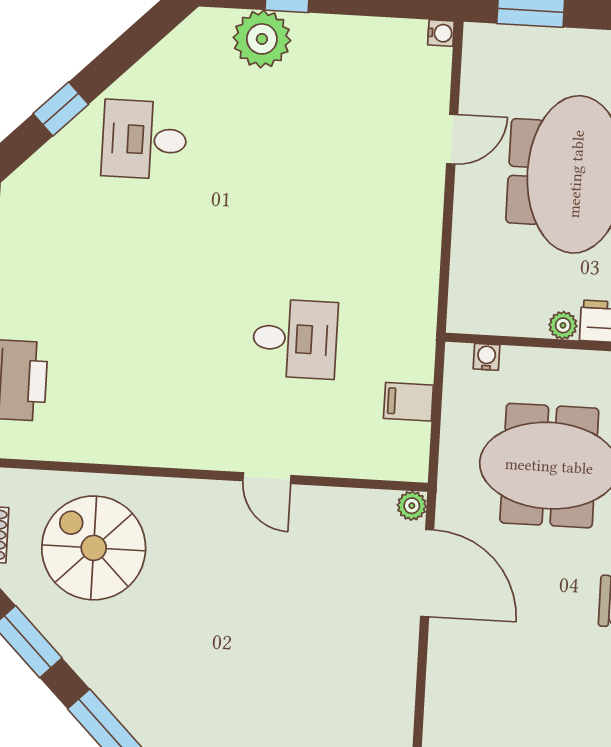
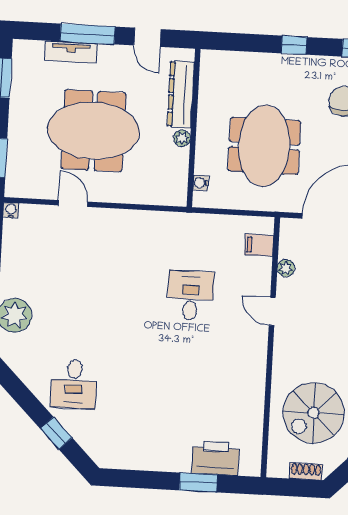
filing cabinet: (408, 402) -> (259, 245), moved, turned 90
door: (267, 478) -> (272, 311), swing flipped
plant: (412, 506) -> (286, 268), moved

